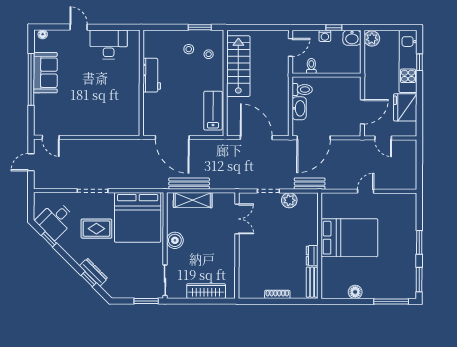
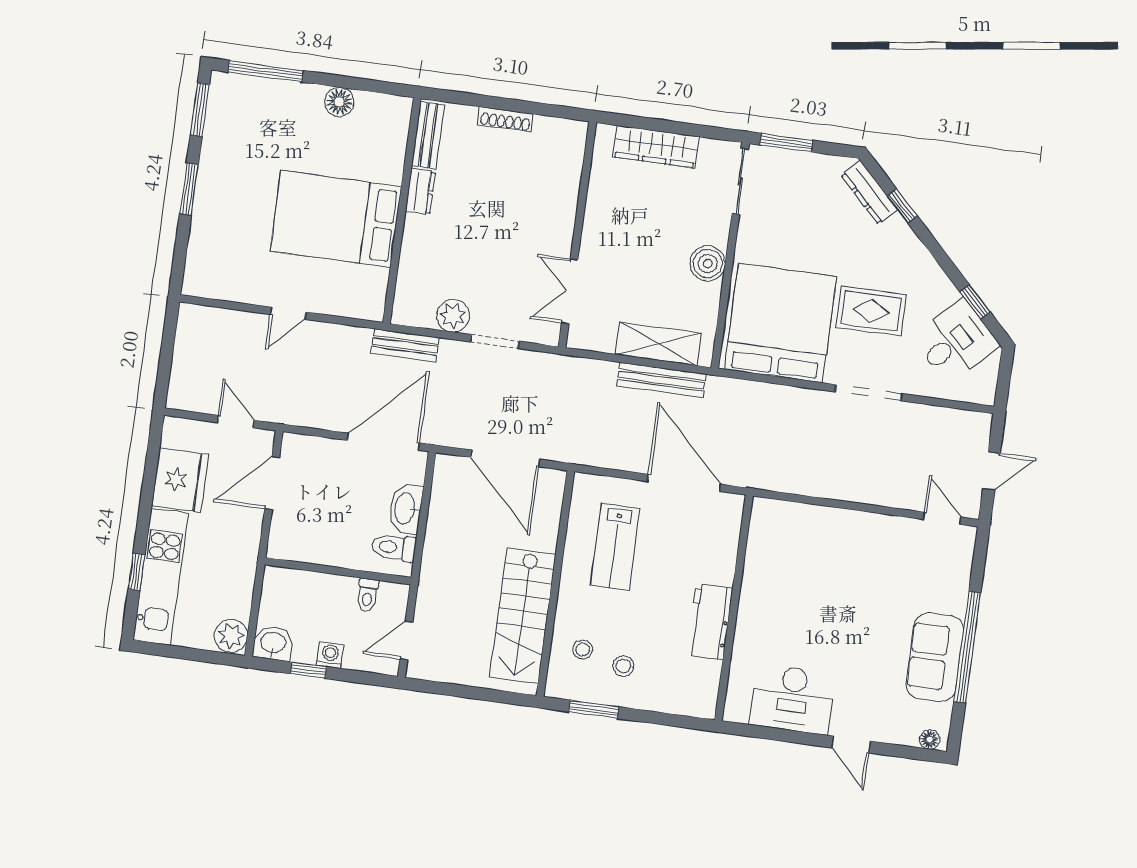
lab bench: (213, 111) -> (615, 547), moved
dresser: (94, 272) -> (869, 192), moved

